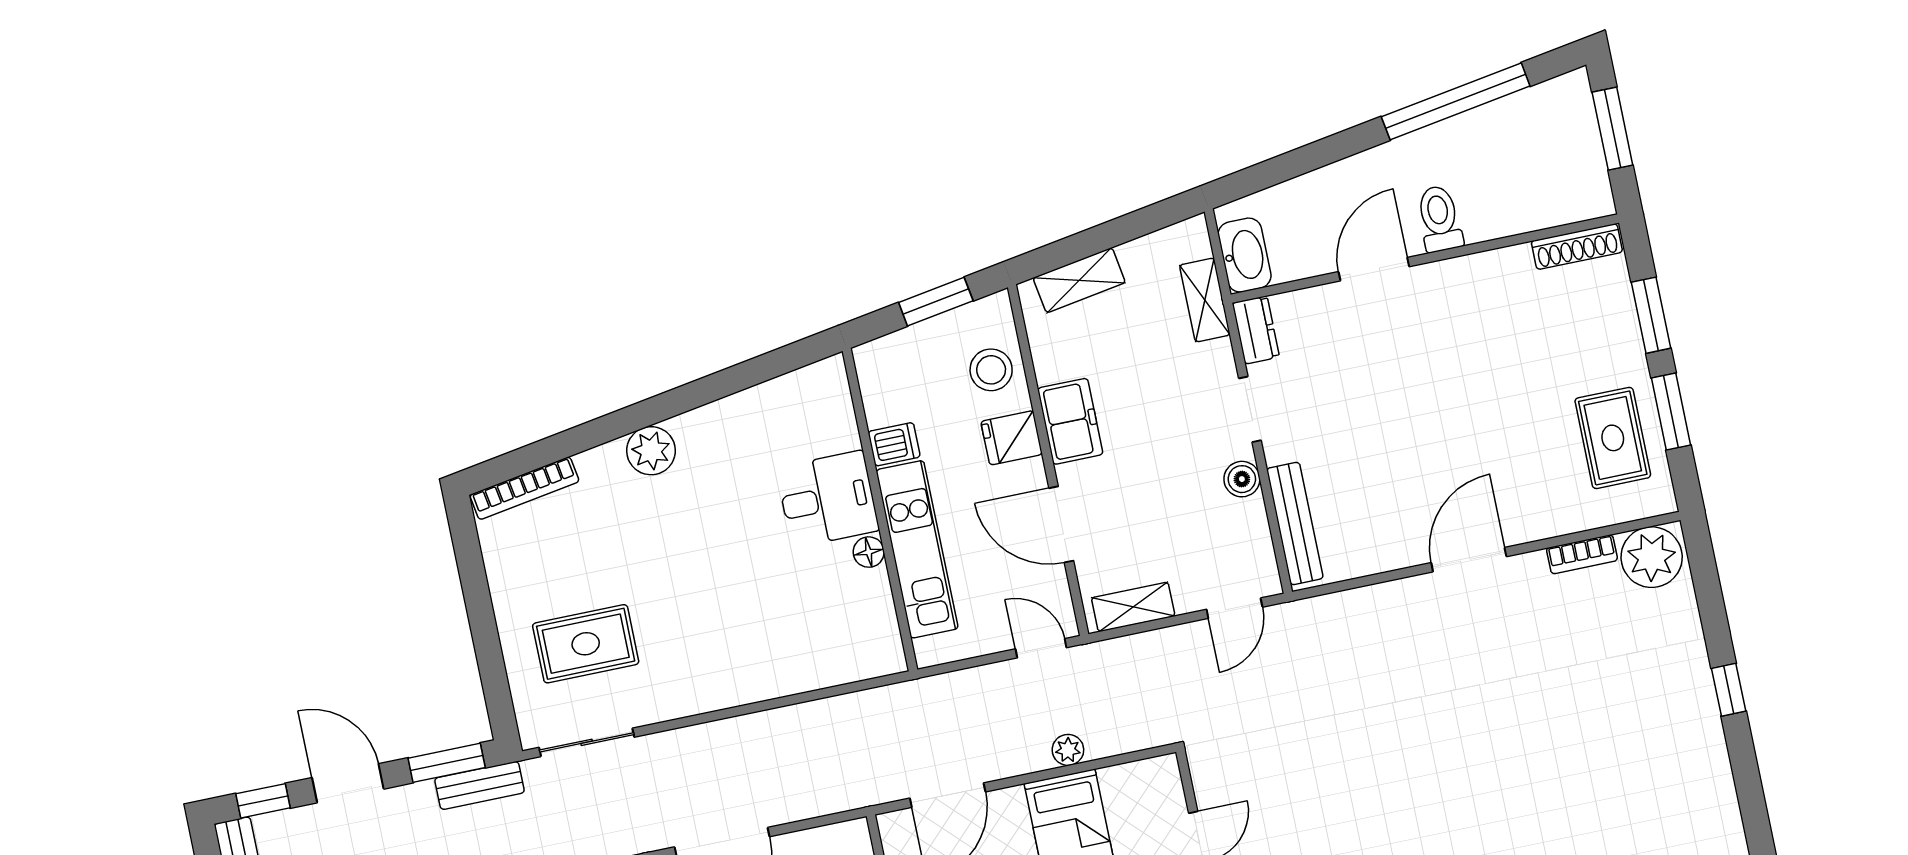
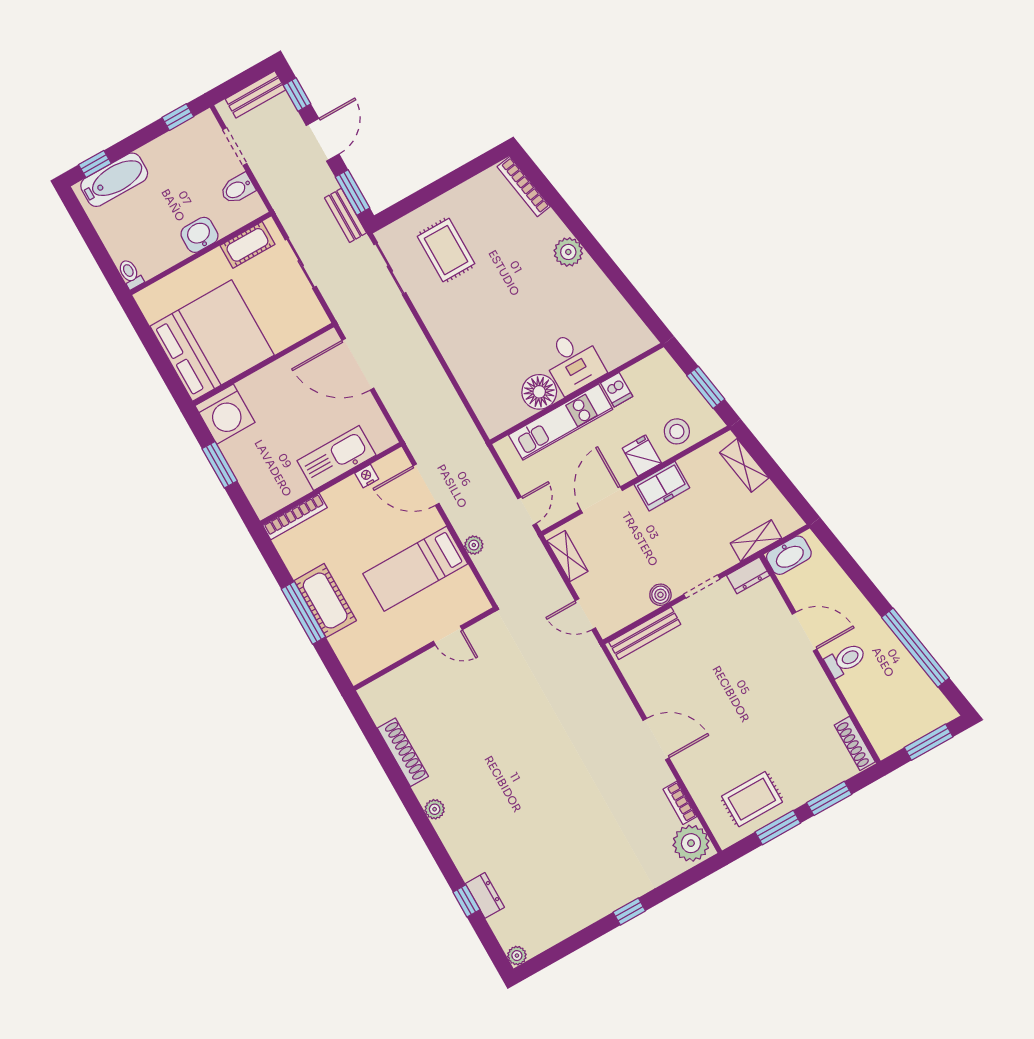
floor lamp: (869, 552) -> (539, 392), width x1.89, depth x1.89

